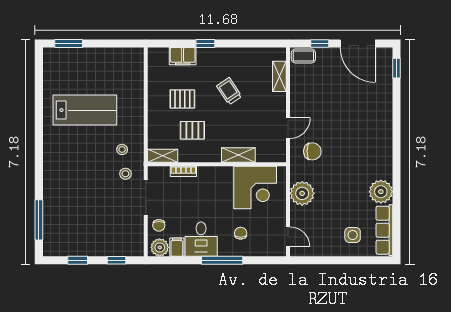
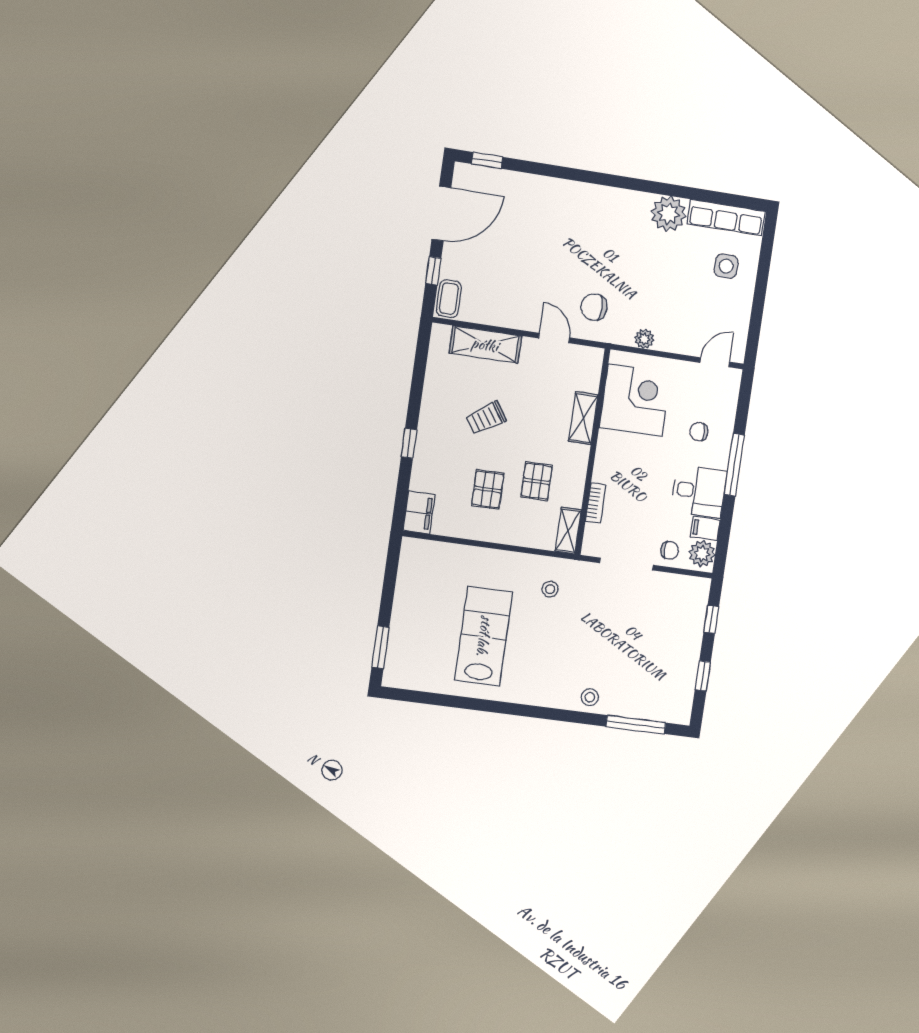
filing cabinet: (183, 56) -> (419, 513), moved
shelving: (279, 76) -> (485, 345), width x1.50, depth x1.33
chair: (312, 151) -> (594, 307), turned -90
stool: (125, 174) -> (590, 697), moved
plant: (302, 193) -> (644, 339), width x0.53, depth x0.53

